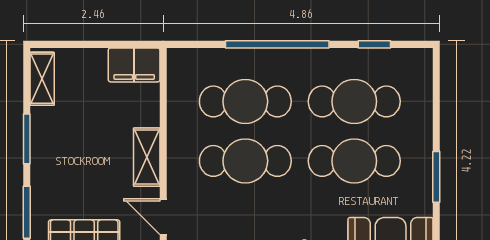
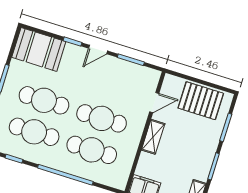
door: (163, 217) -> (154, 103), hinge flipped

